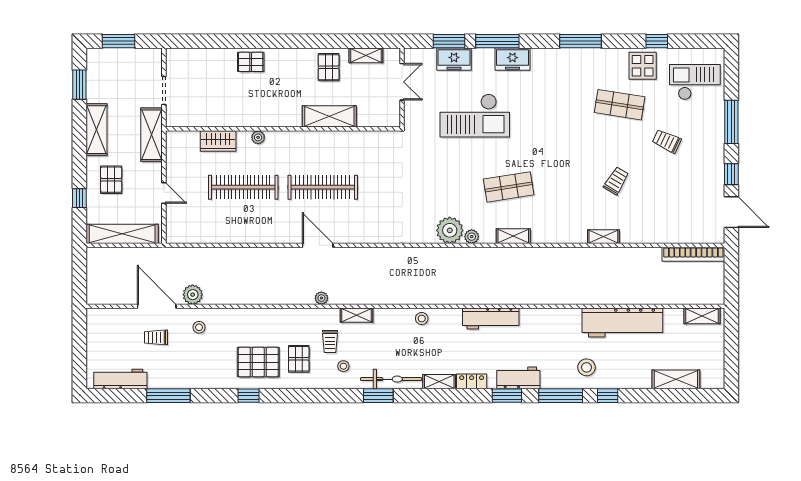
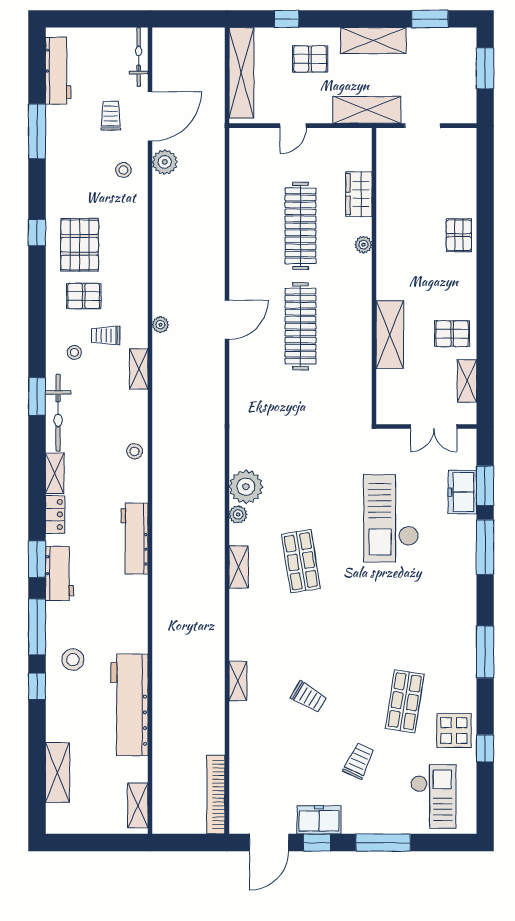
freezer: (512, 59) -> (319, 820), moved, turned 90
bicycle: (110, 315) -> (139, 57), added

